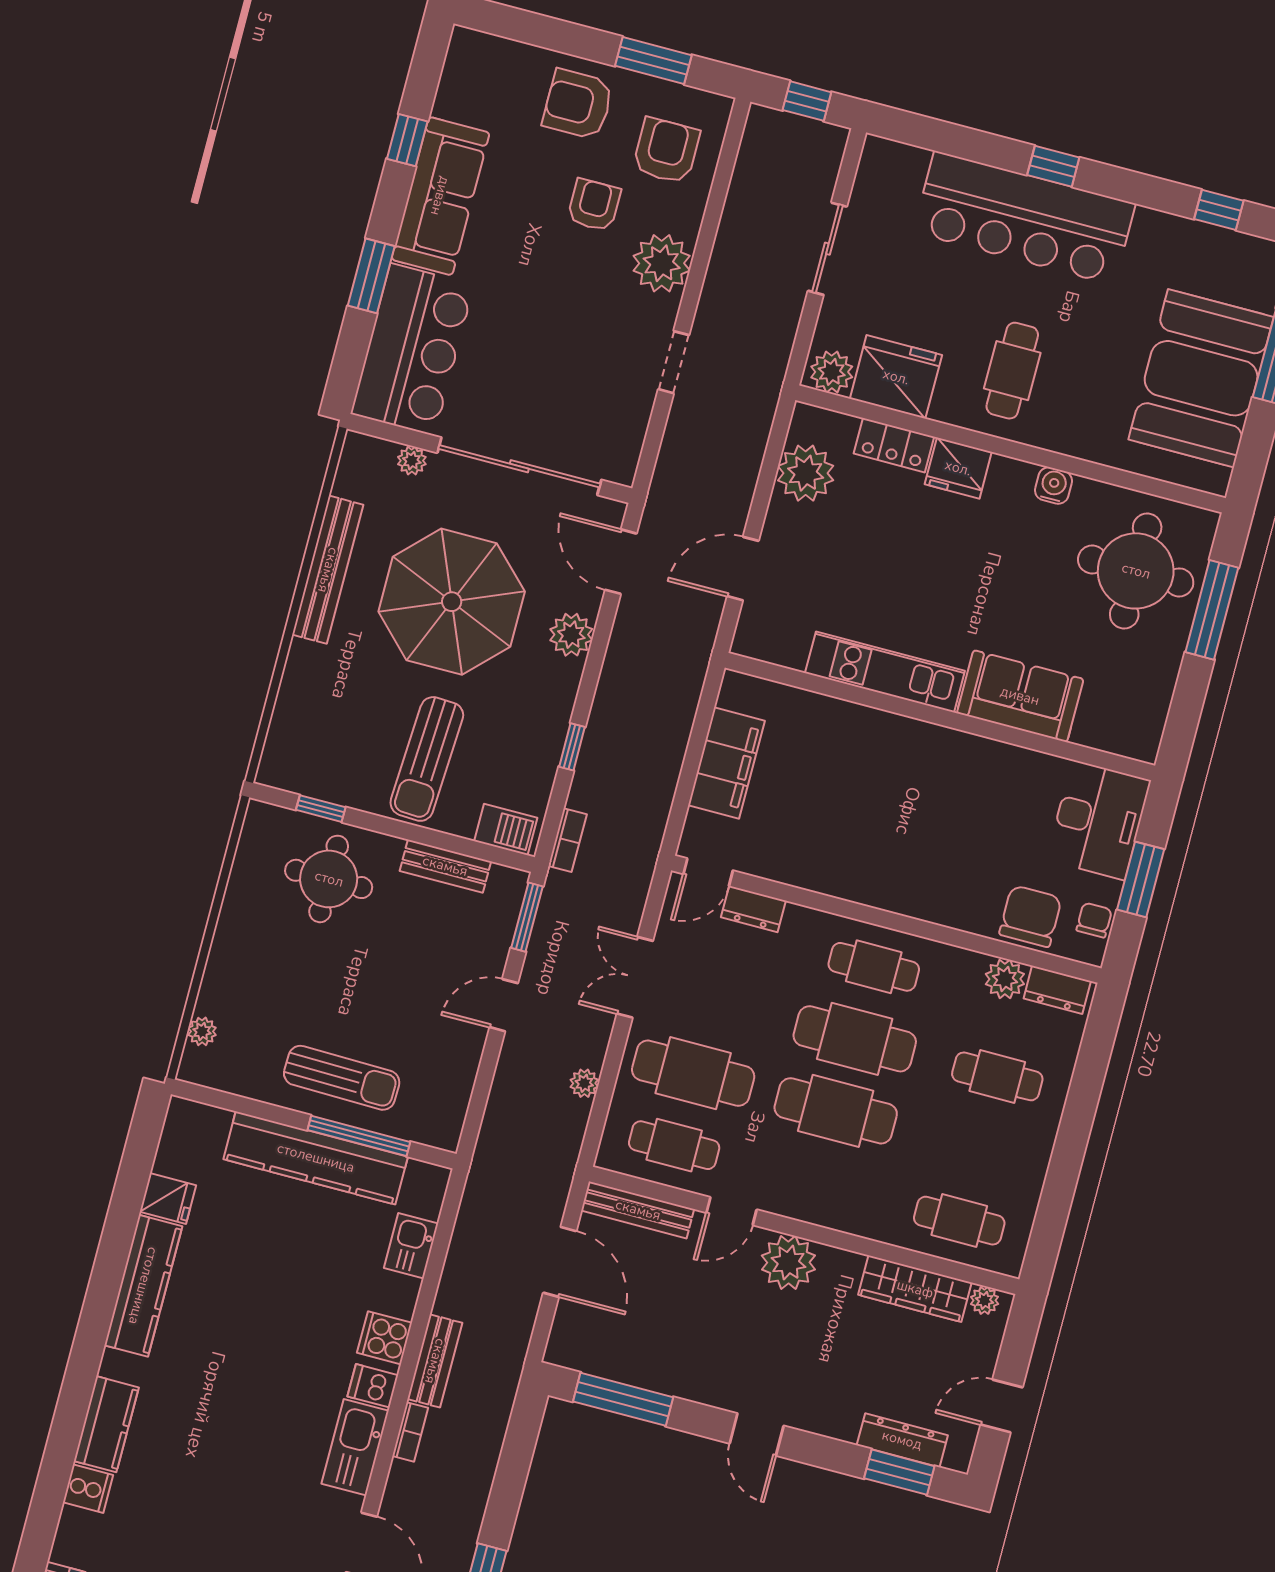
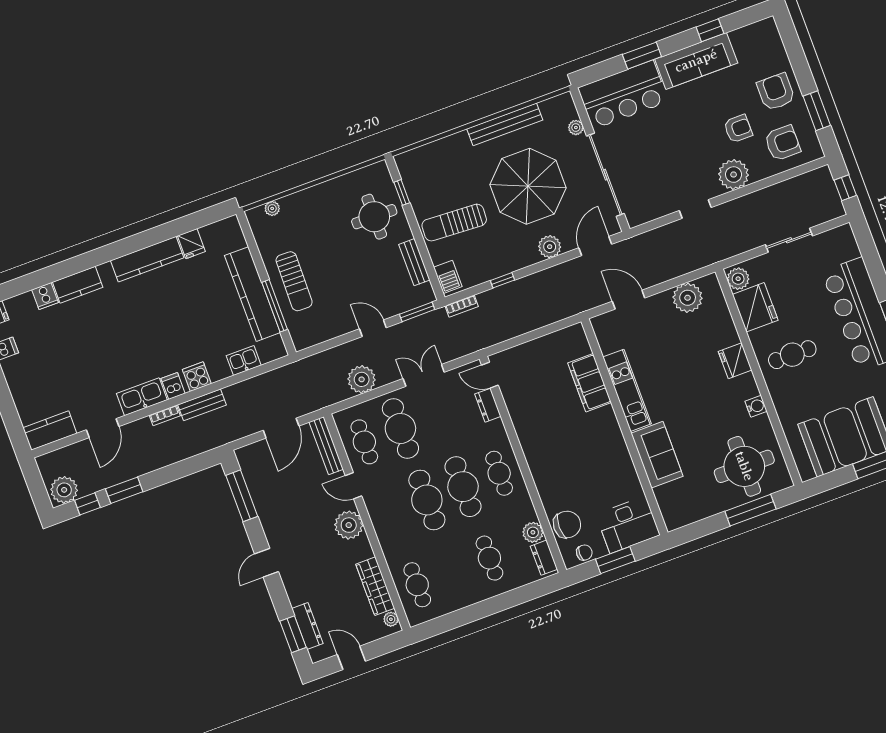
locker: (894, 445) -> (726, 327), removed
filing cabinet: (727, 763) -> (590, 383), moved, turned 90
plant: (584, 1083) -> (362, 379), width x1.88, depth x1.88

